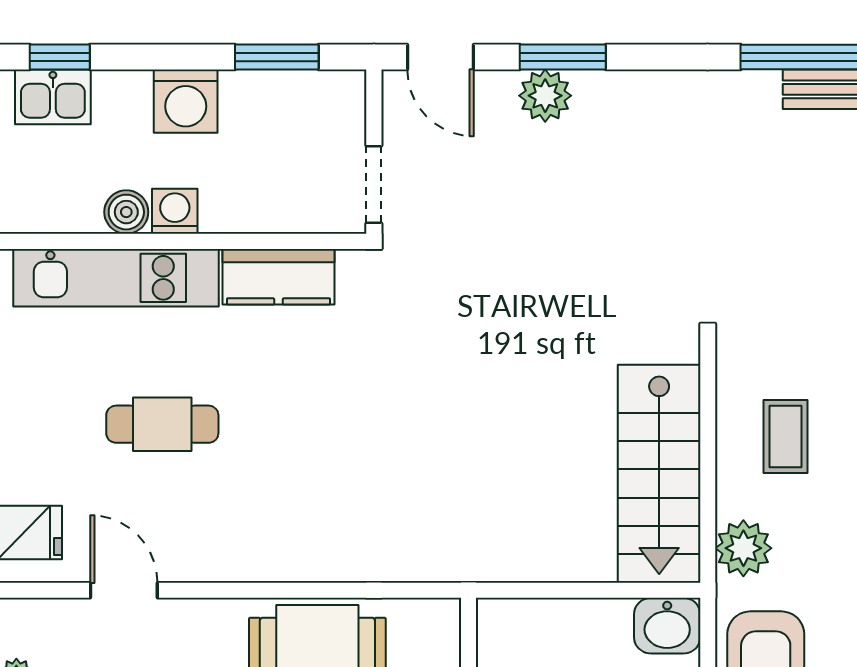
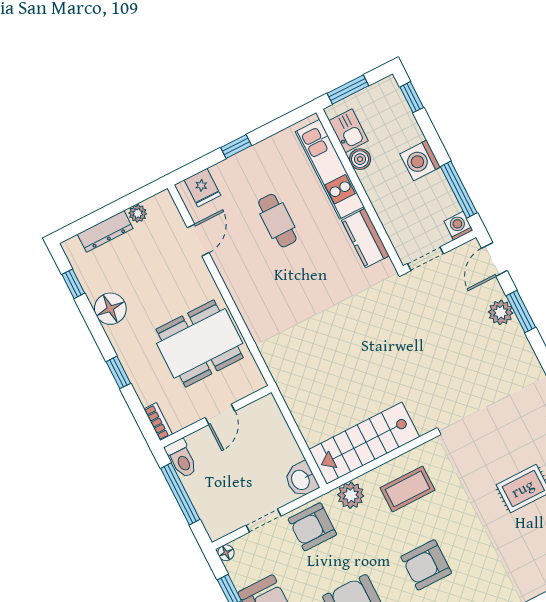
window: (277, 57) -> (459, 190), width x1.44
kitchen sink: (53, 97) -> (349, 131), moved, turned 180
washing machine: (175, 211) -> (458, 226), moved, turned -90
coffee table: (785, 436) -> (408, 489), width x1.36, depth x1.30

